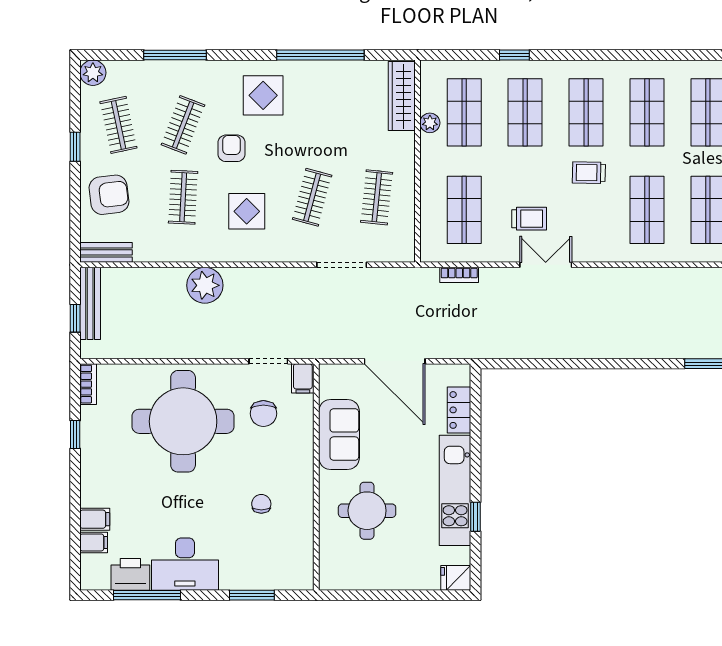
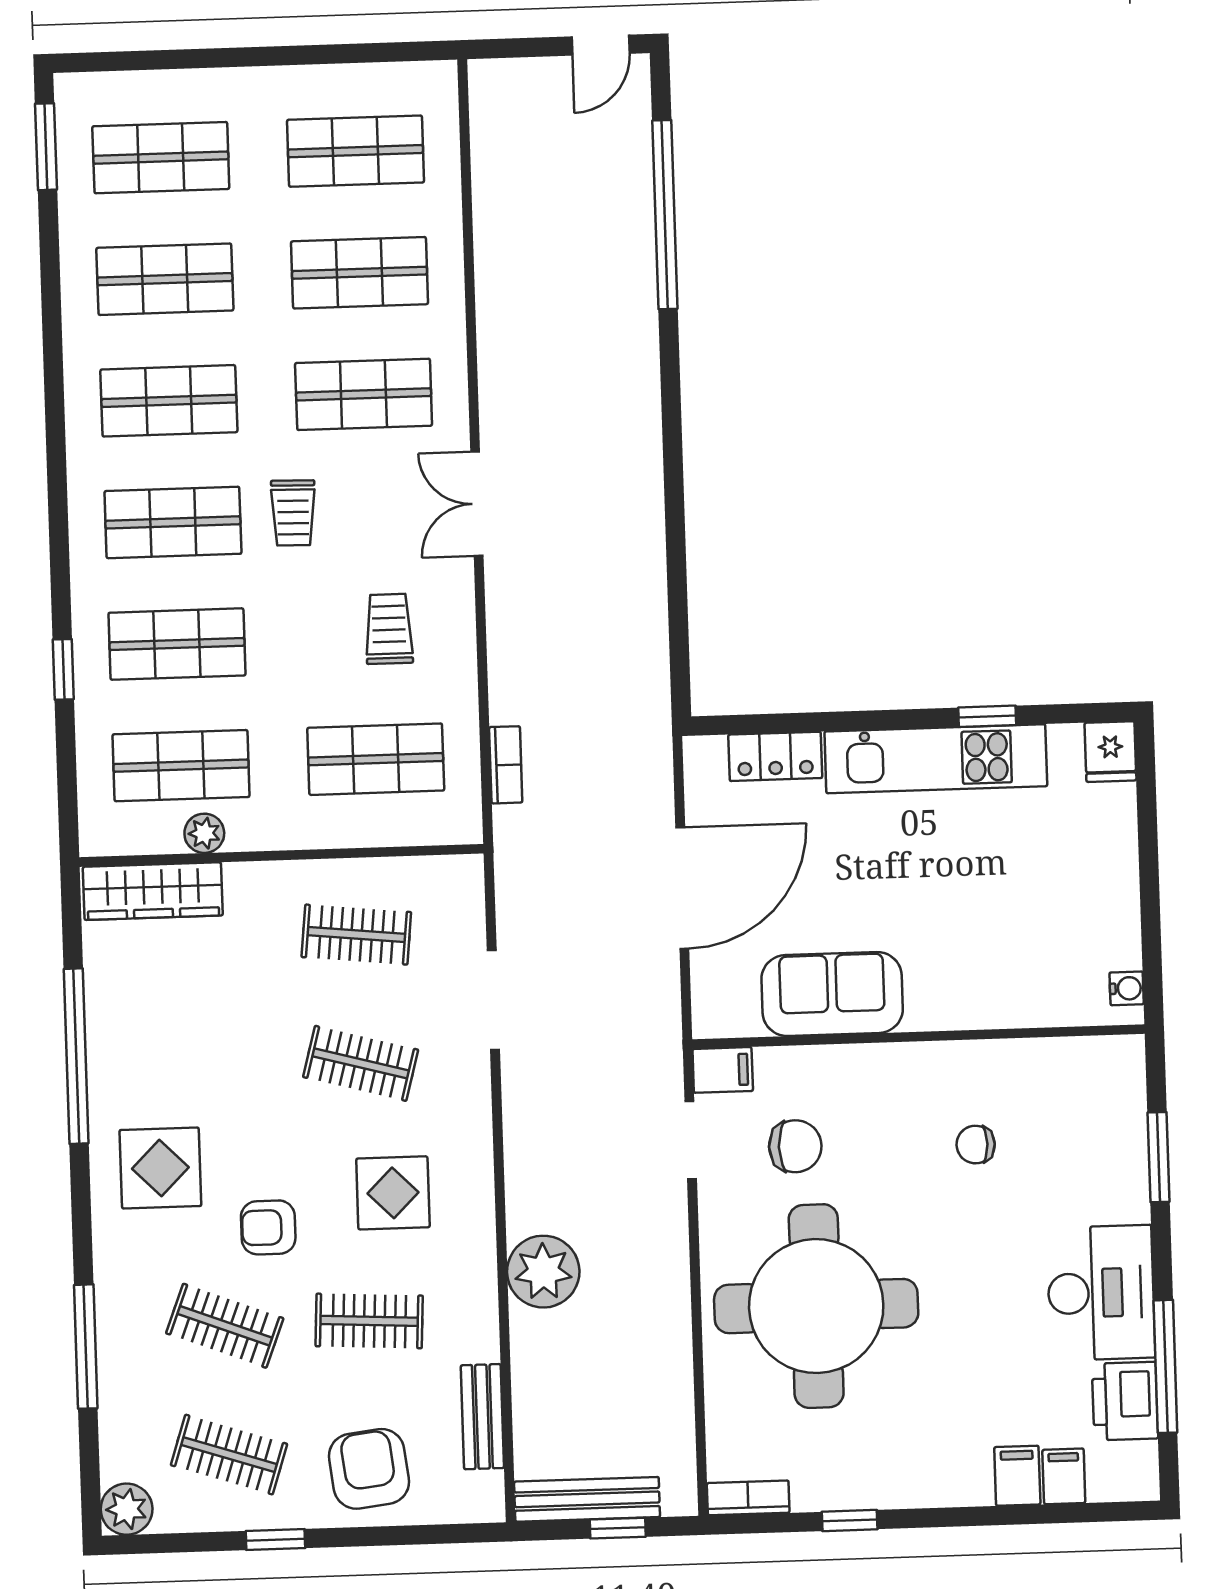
clothes rail: (118, 125) -> (229, 1455), turned 30
bench: (106, 252) -> (482, 1417), moved
double door: (546, 265) -> (477, 504), moved
round table: (367, 511) -> (982, 933), removed
water cooler: (337, 582) -> (1127, 988), added

